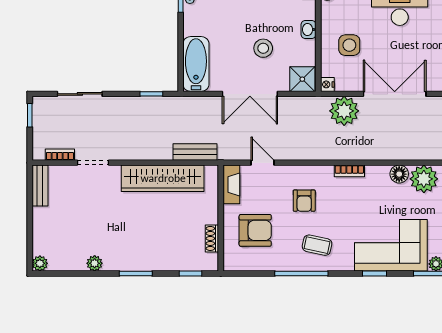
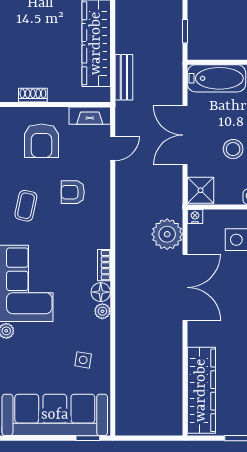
bookcase: (349, 171) -> (104, 265), moved
plant: (424, 179) -> (102, 311), width x0.53, depth x0.53

